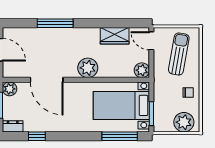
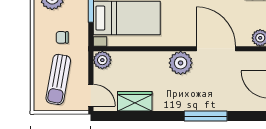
plant: (88, 68) -> (181, 63), moved
chair: (188, 92) -> (62, 37), moved

